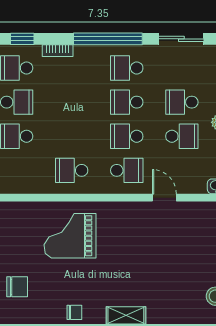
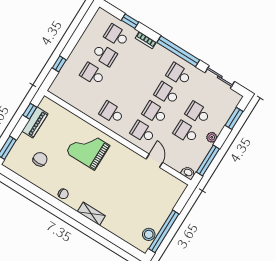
school desk: (182, 136) -> (186, 132), turned 180
school desk: (127, 170) -> (143, 132), turned 180
chair: (17, 287) -> (40, 159), turned -90

